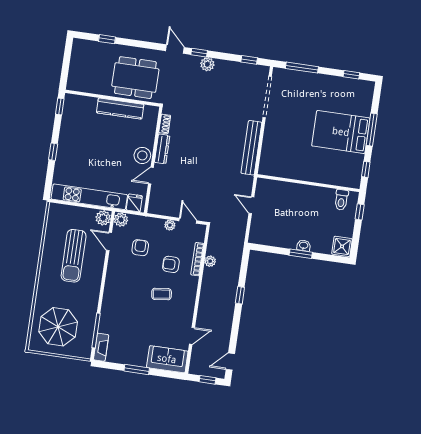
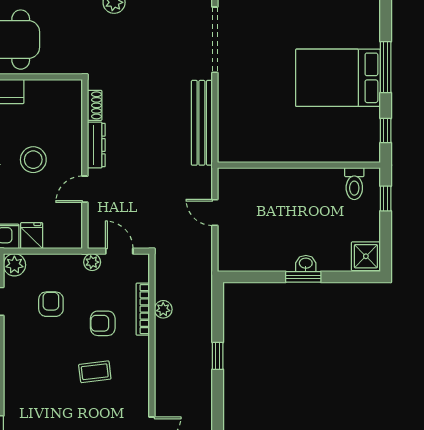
shoe rack: (165, 124) -> (95, 105), moved
dresser: (162, 149) -> (96, 145), moved
wall: (153, 160) -> (85, 164), moved
door: (151, 176) -> (85, 189), moved

